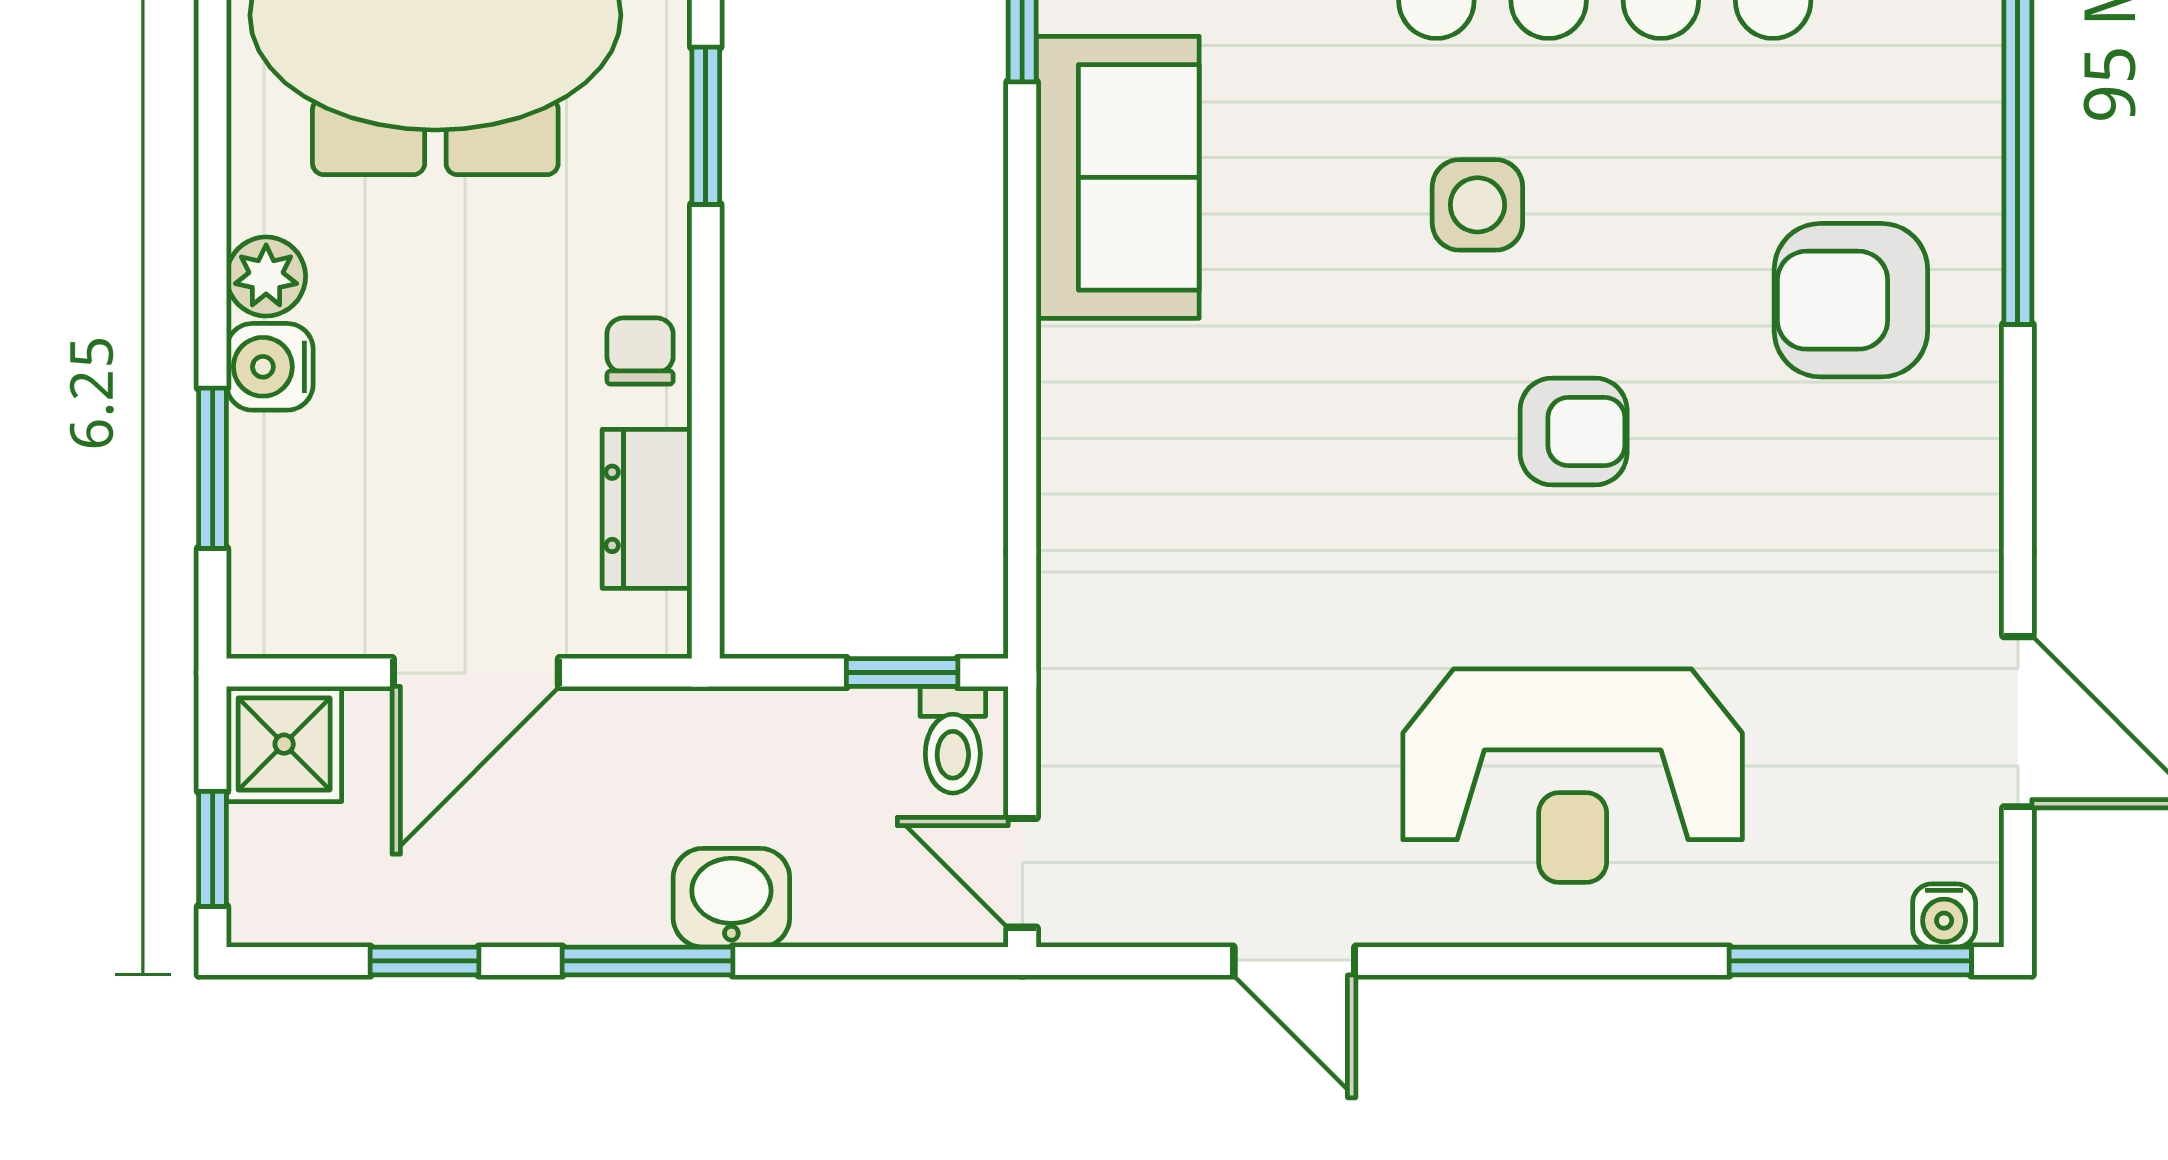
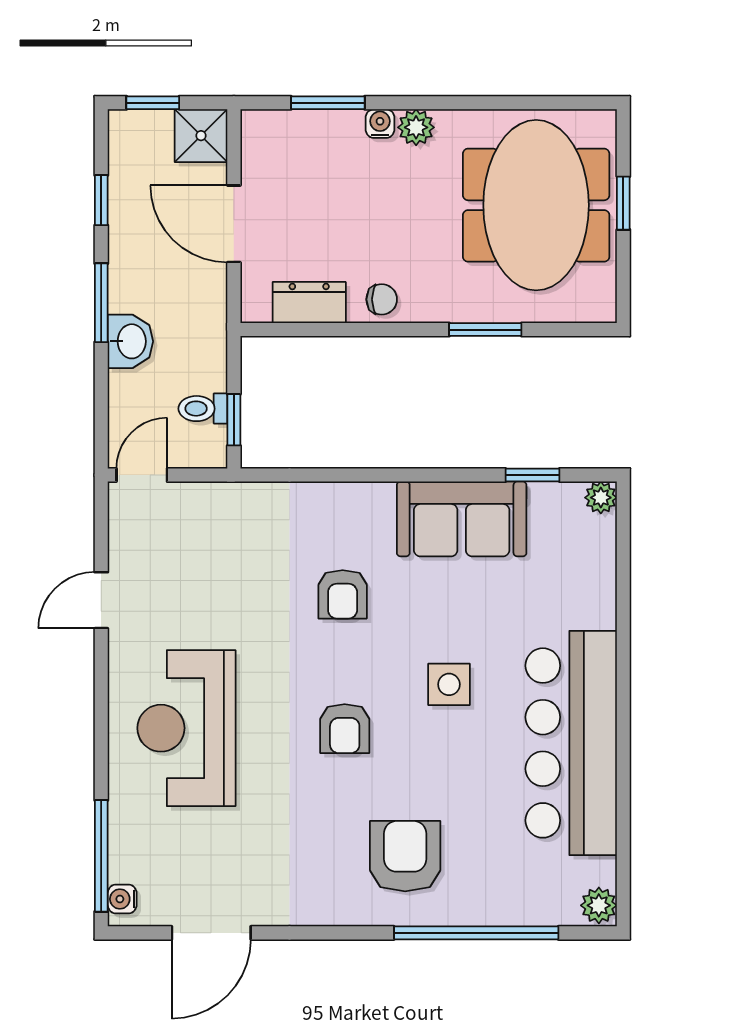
water cooler: (270, 367) -> (380, 124), width x0.72, depth x0.72
armchair: (1282, 436) -> (343, 594), added
toilet: (953, 740) -> (203, 409), moved

